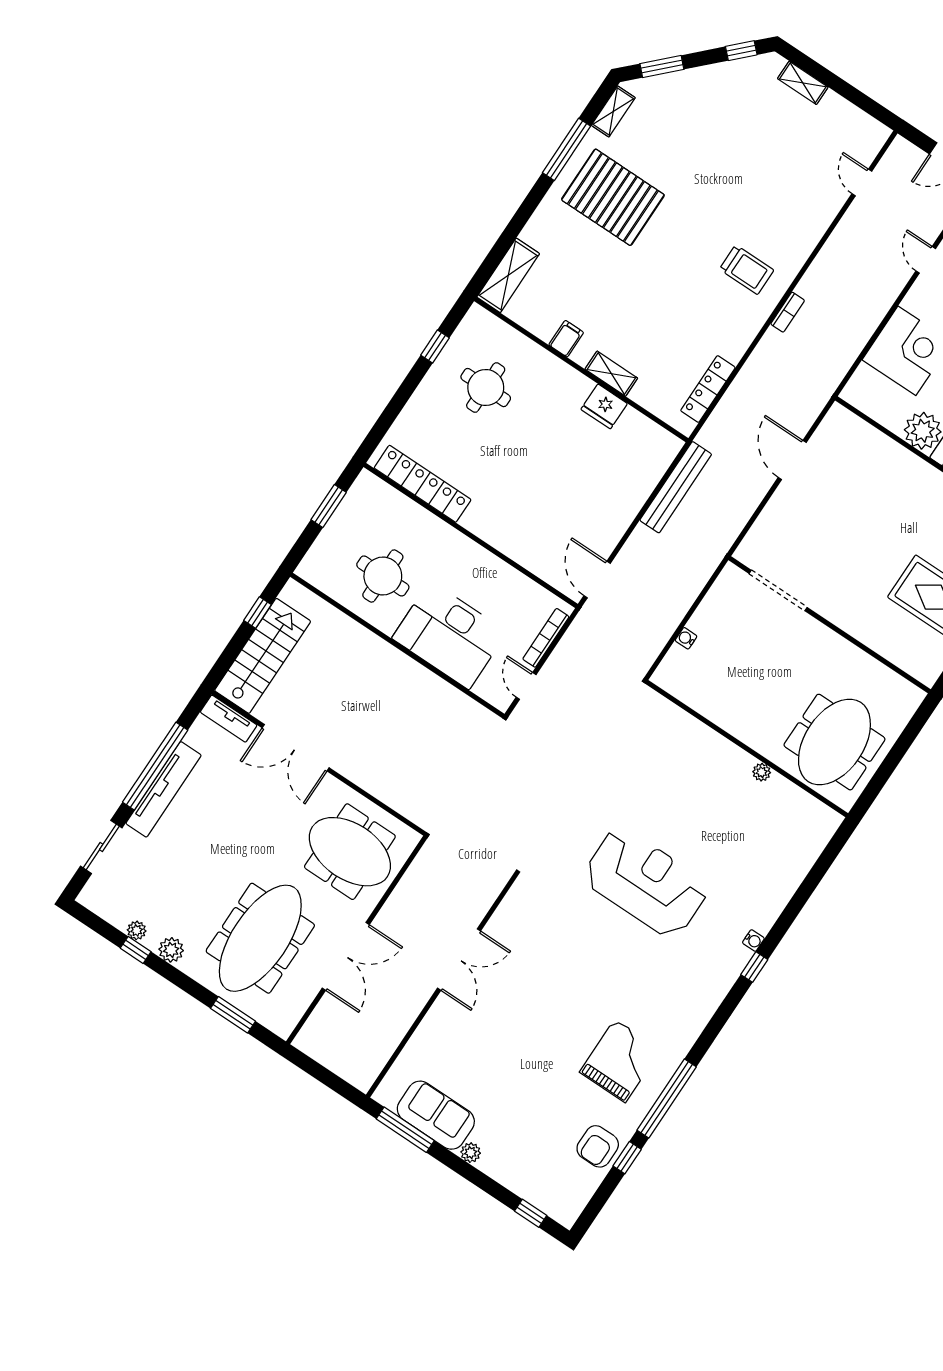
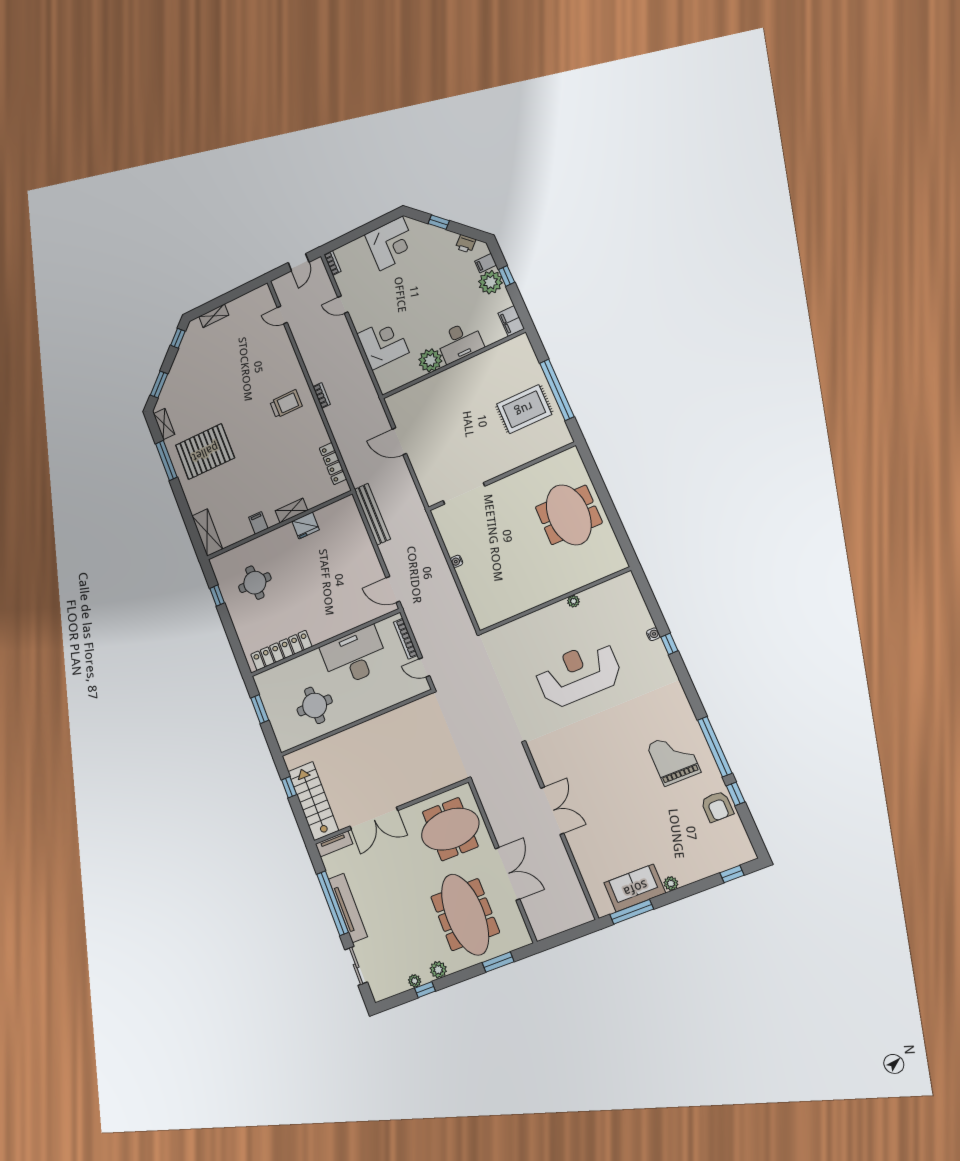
desk: (450, 635) -> (354, 657), moved, turned 180
wall: (747, 749) -> (555, 601), moved
plant: (762, 772) -> (573, 601), moved

